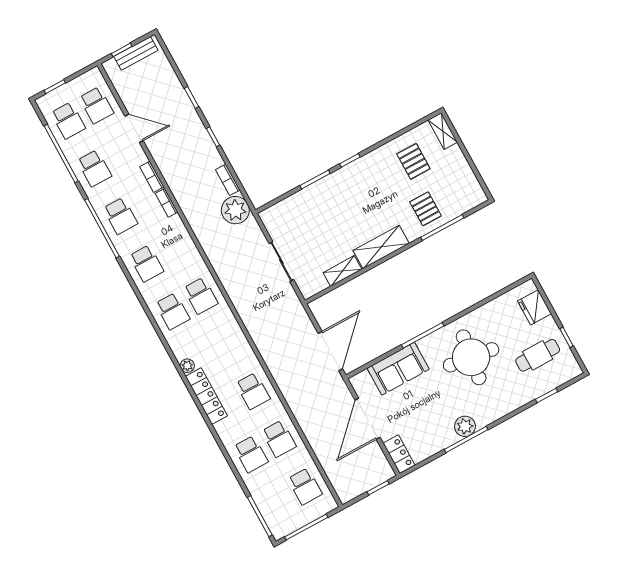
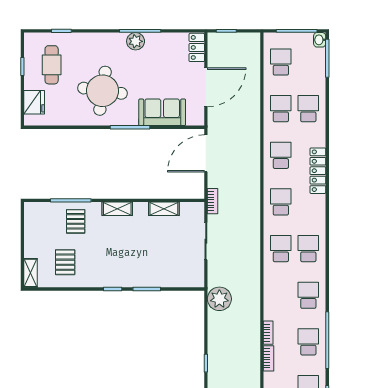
bookcase: (228, 180) -> (213, 201), moved
shelving: (381, 247) -> (117, 209), width x0.67, depth x0.75
school desk: (227, 343) -> (281, 202), added
cafe table: (538, 355) -> (52, 65), turned 90
plant: (187, 366) -> (320, 201), removed
washbasin: (278, 531) -> (320, 40), added

